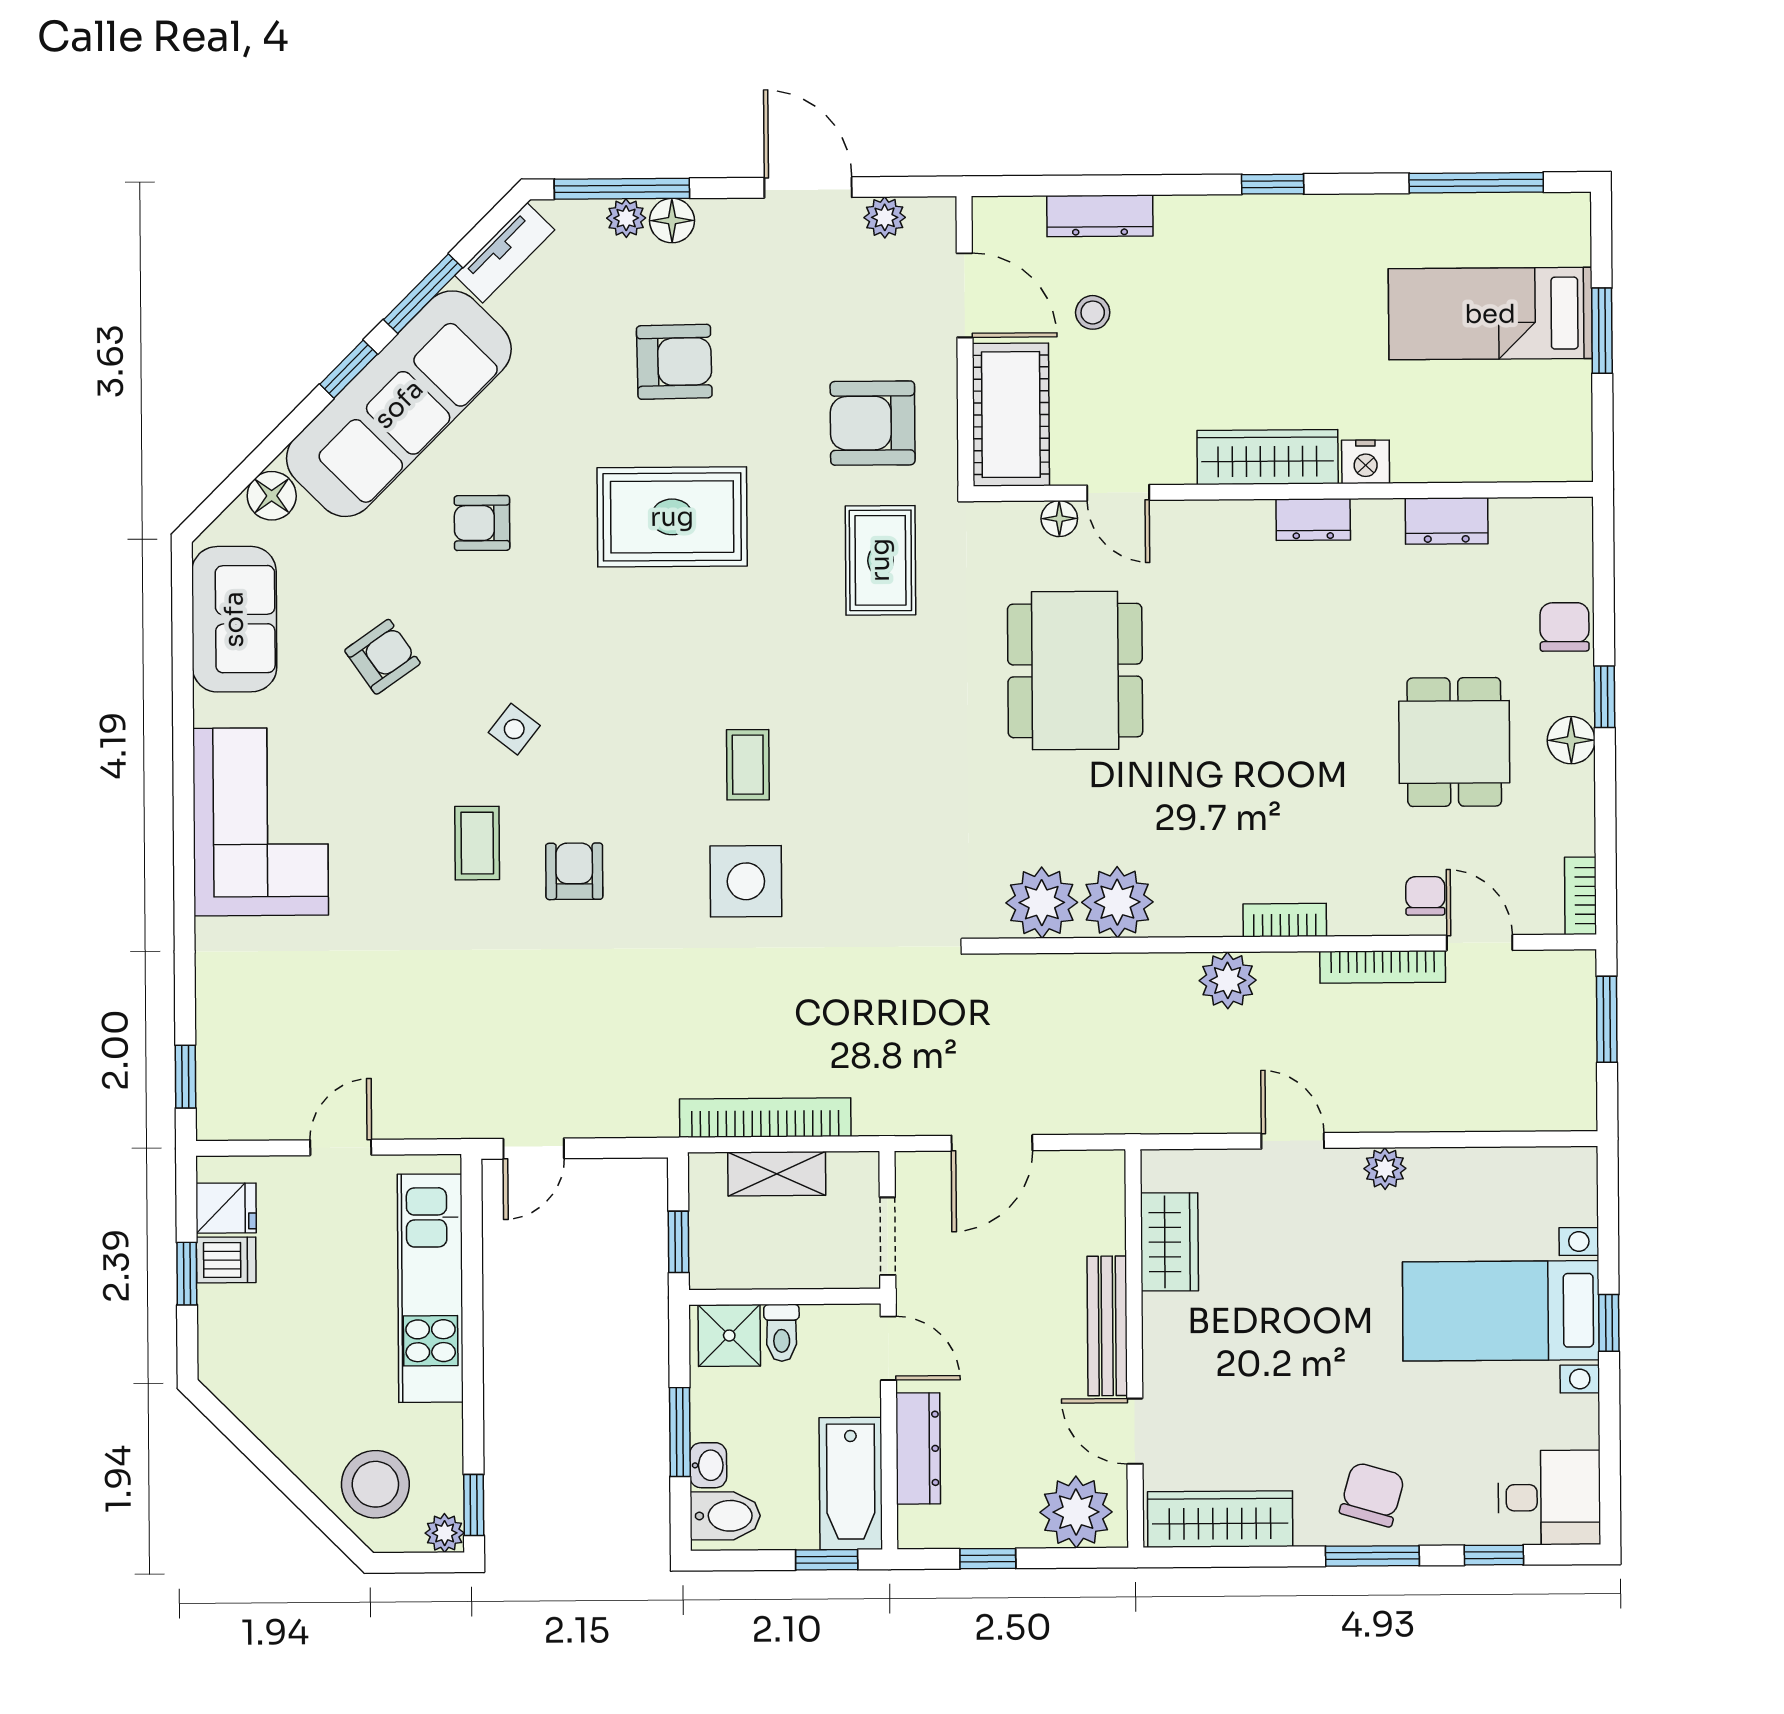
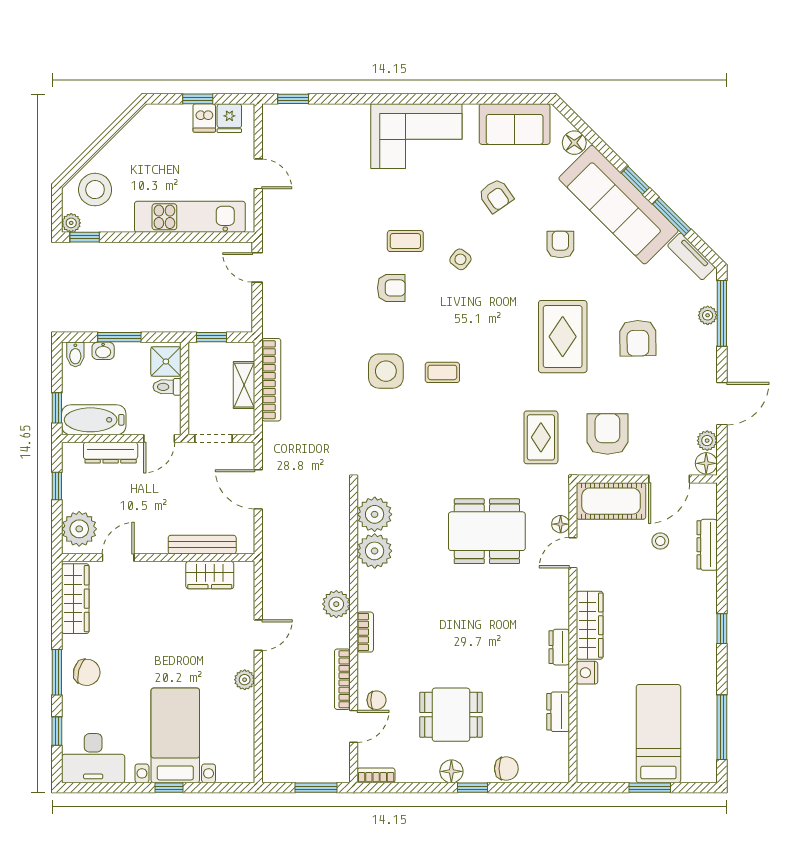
floor lamp: (672, 221) -> (706, 463), moved
rug: (880, 560) -> (541, 437), turned 90
bench: (1107, 1326) -> (202, 545), moved
desk: (1549, 1498) -> (93, 758), width x1.37
bidet: (725, 1516) -> (75, 354), width x0.72, depth x0.74

